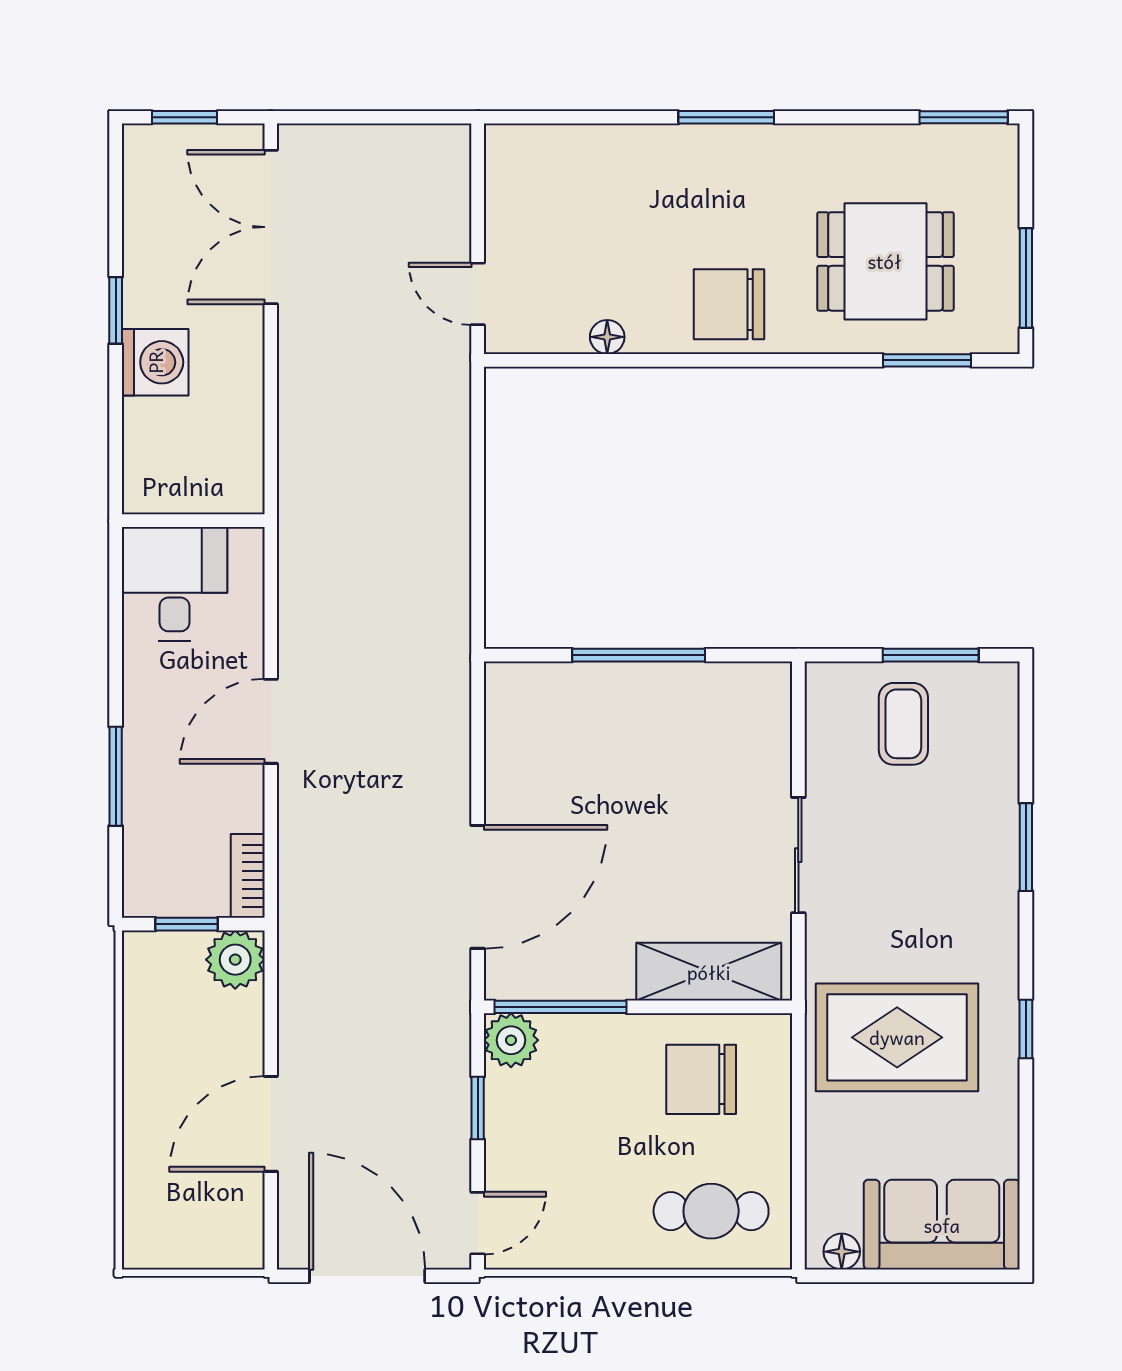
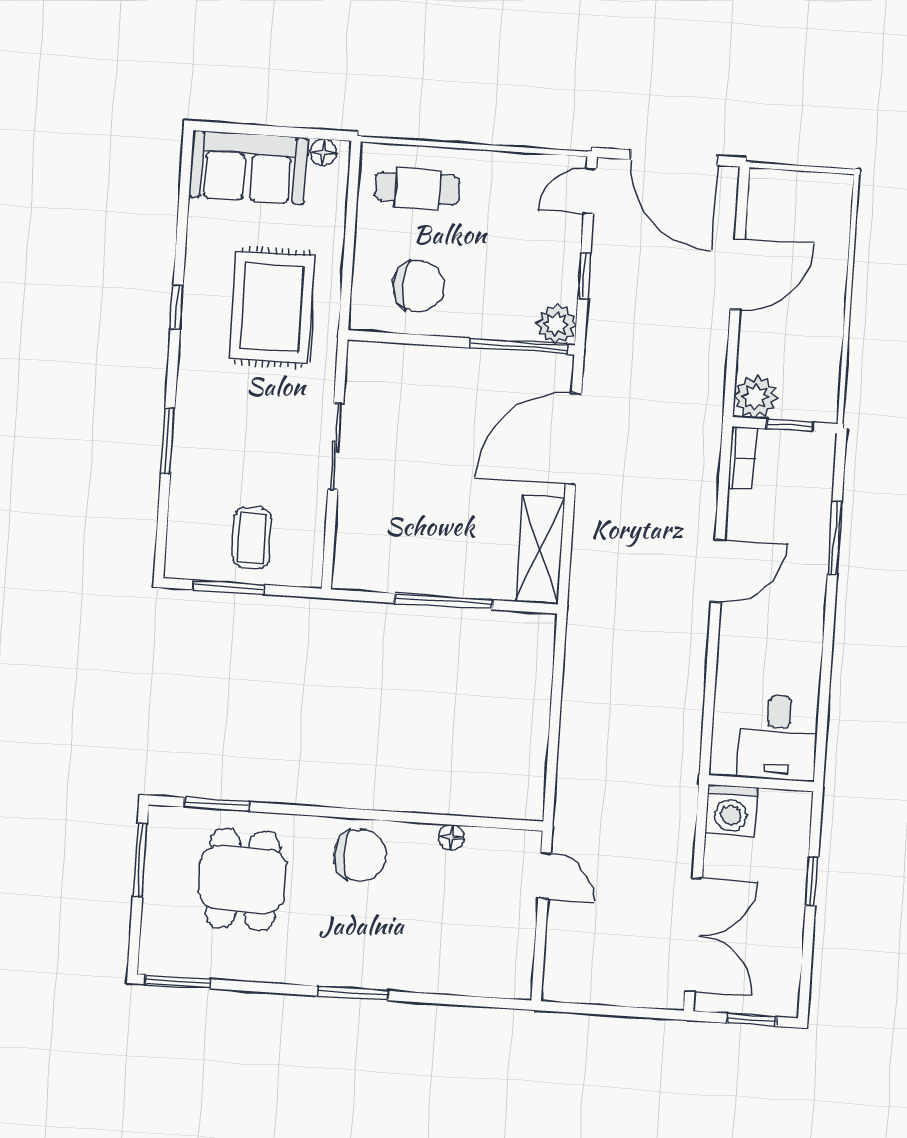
dining table: (885, 261) -> (243, 879), turned 90
washing machine: (155, 362) -> (731, 810), moved, turned -90
wall: (193, 521) -> (761, 783), moved
desk: (175, 584) -> (778, 738), moved
shelving: (709, 972) -> (540, 550), moved, turned 90
rug: (897, 1037) -> (272, 307), turned 90

